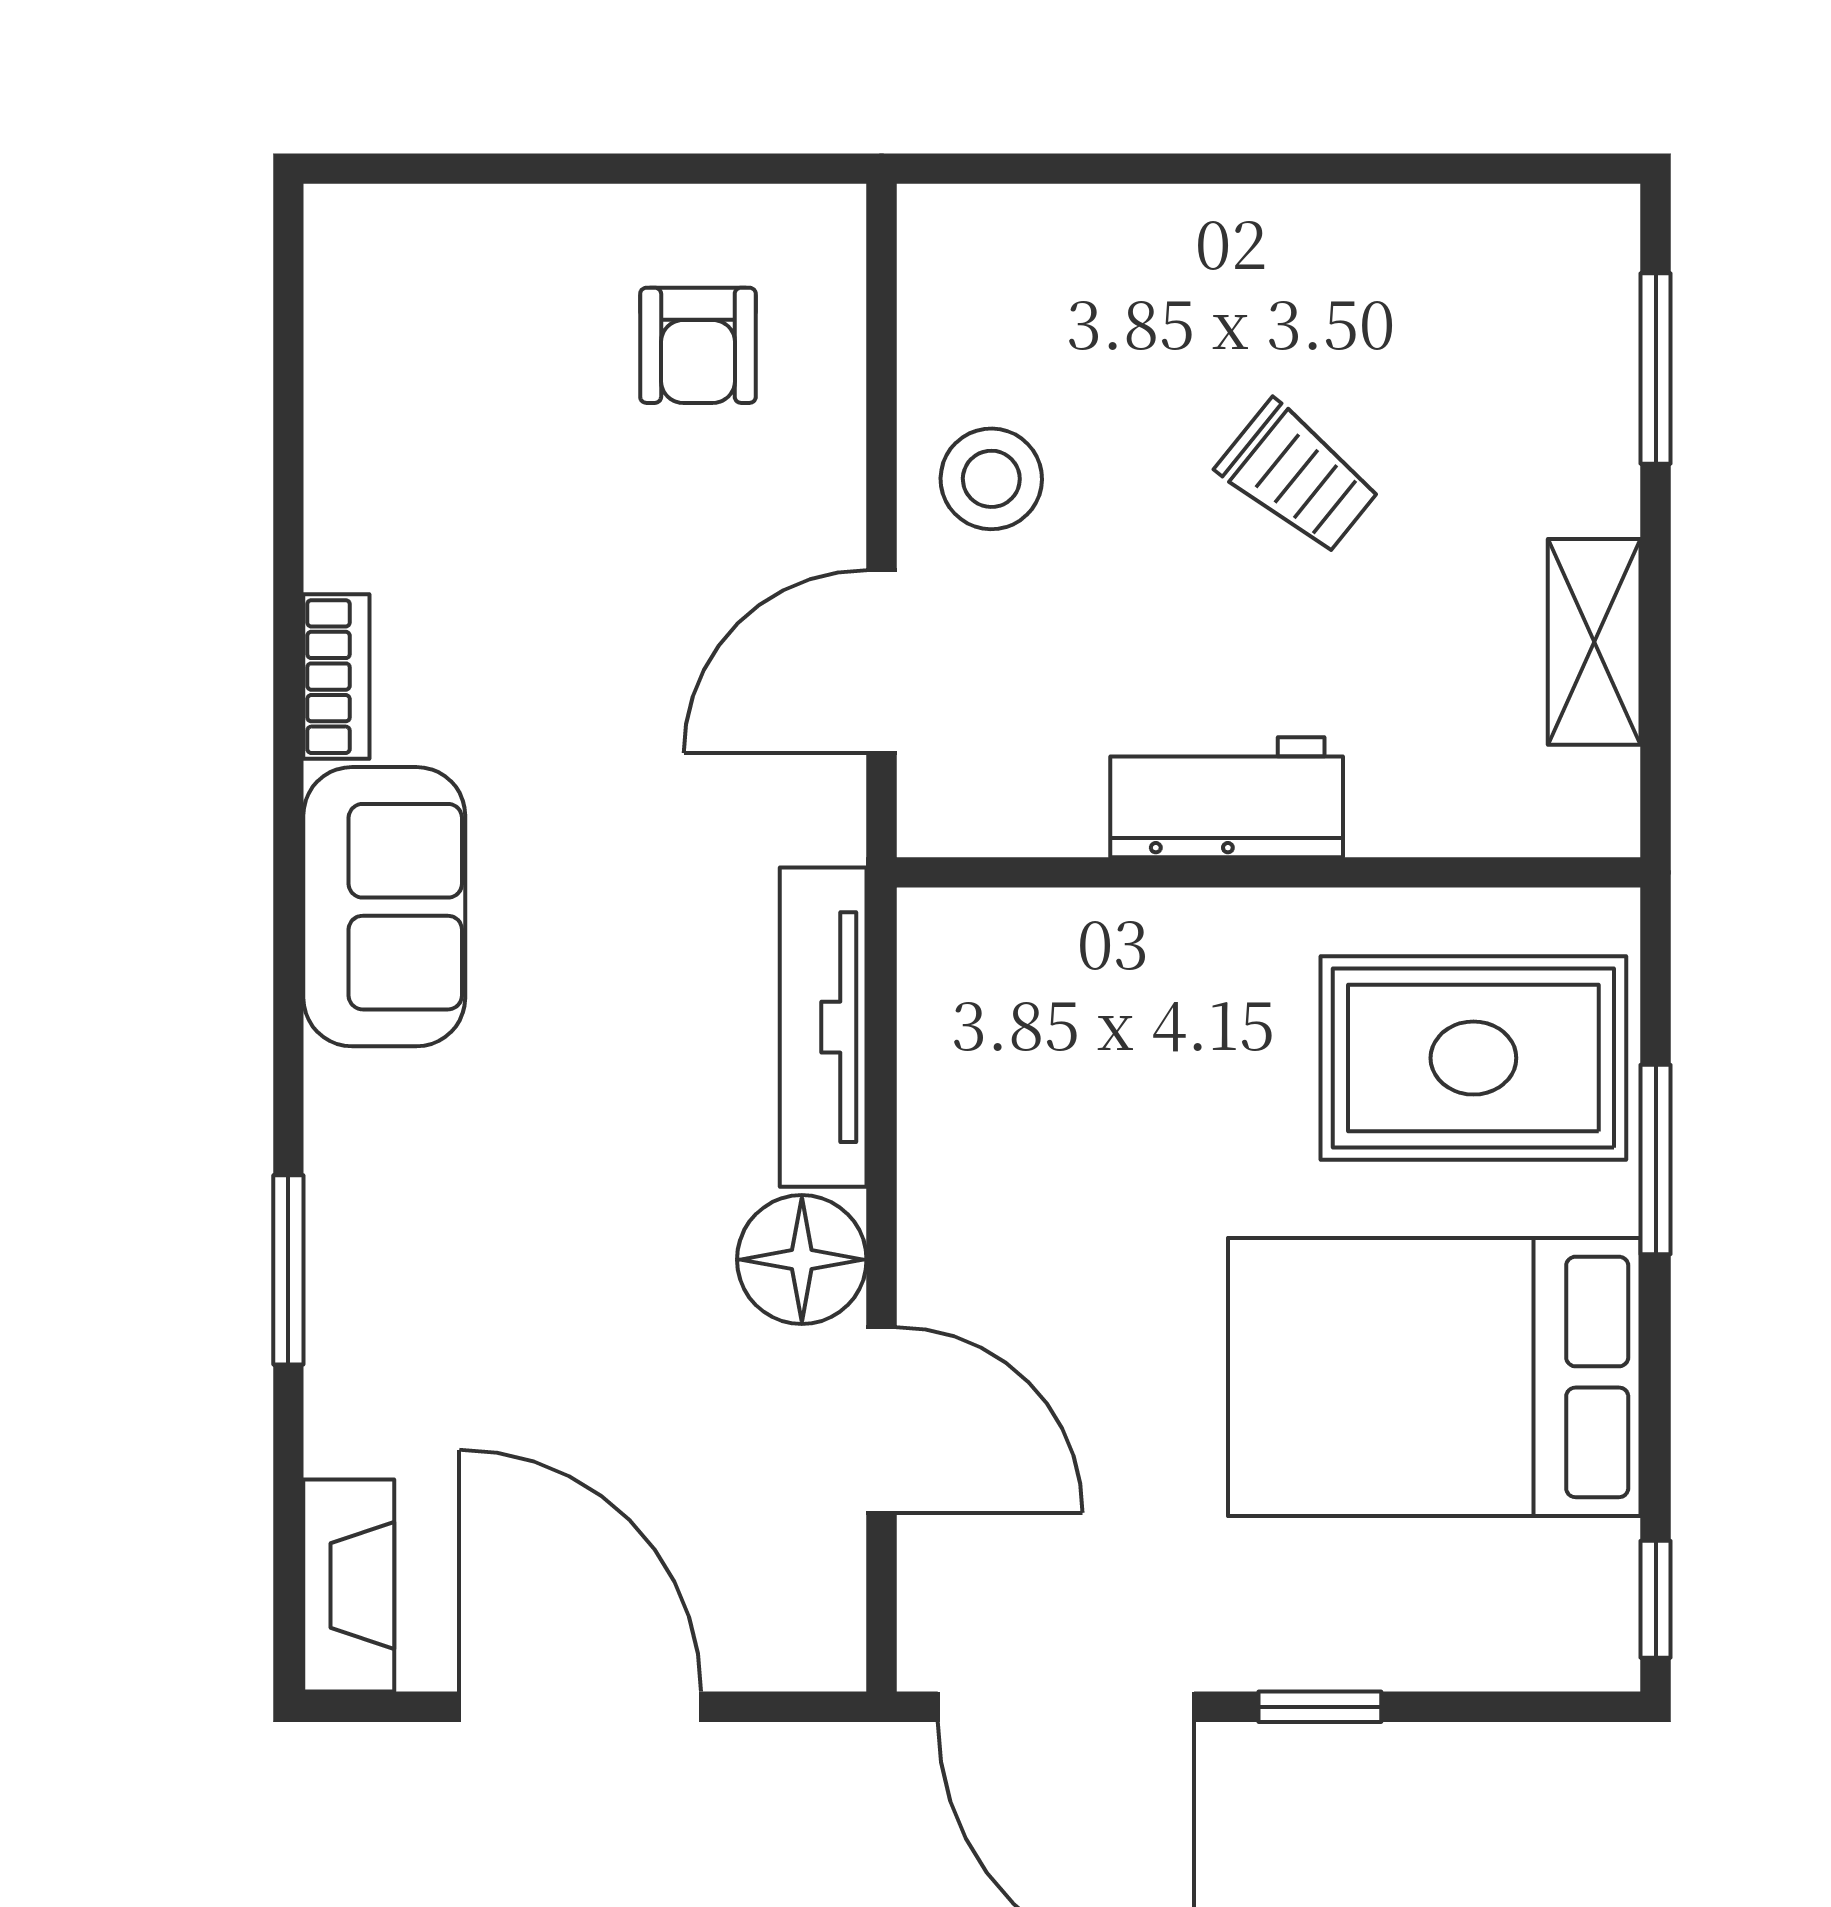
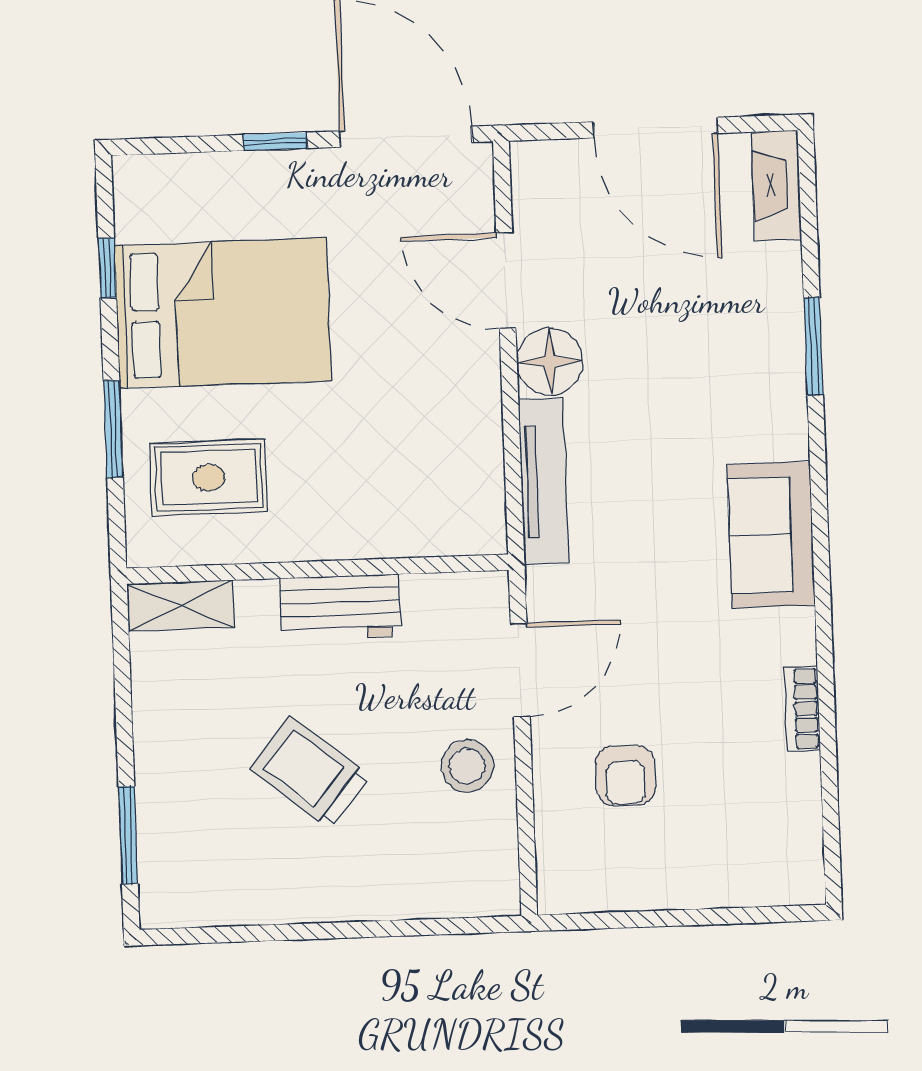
armchair: (698, 345) -> (625, 775), moved, turned 180
trolley: (1298, 478) -> (310, 772), width x1.36, depth x1.39
shelving: (1594, 642) -> (180, 606), moved, turned 90
bookcase: (336, 677) -> (802, 709), moved
rug: (1473, 1058) -> (209, 478), width x0.73, depth x0.70
window: (1656, 1599) -> (107, 268), moved

